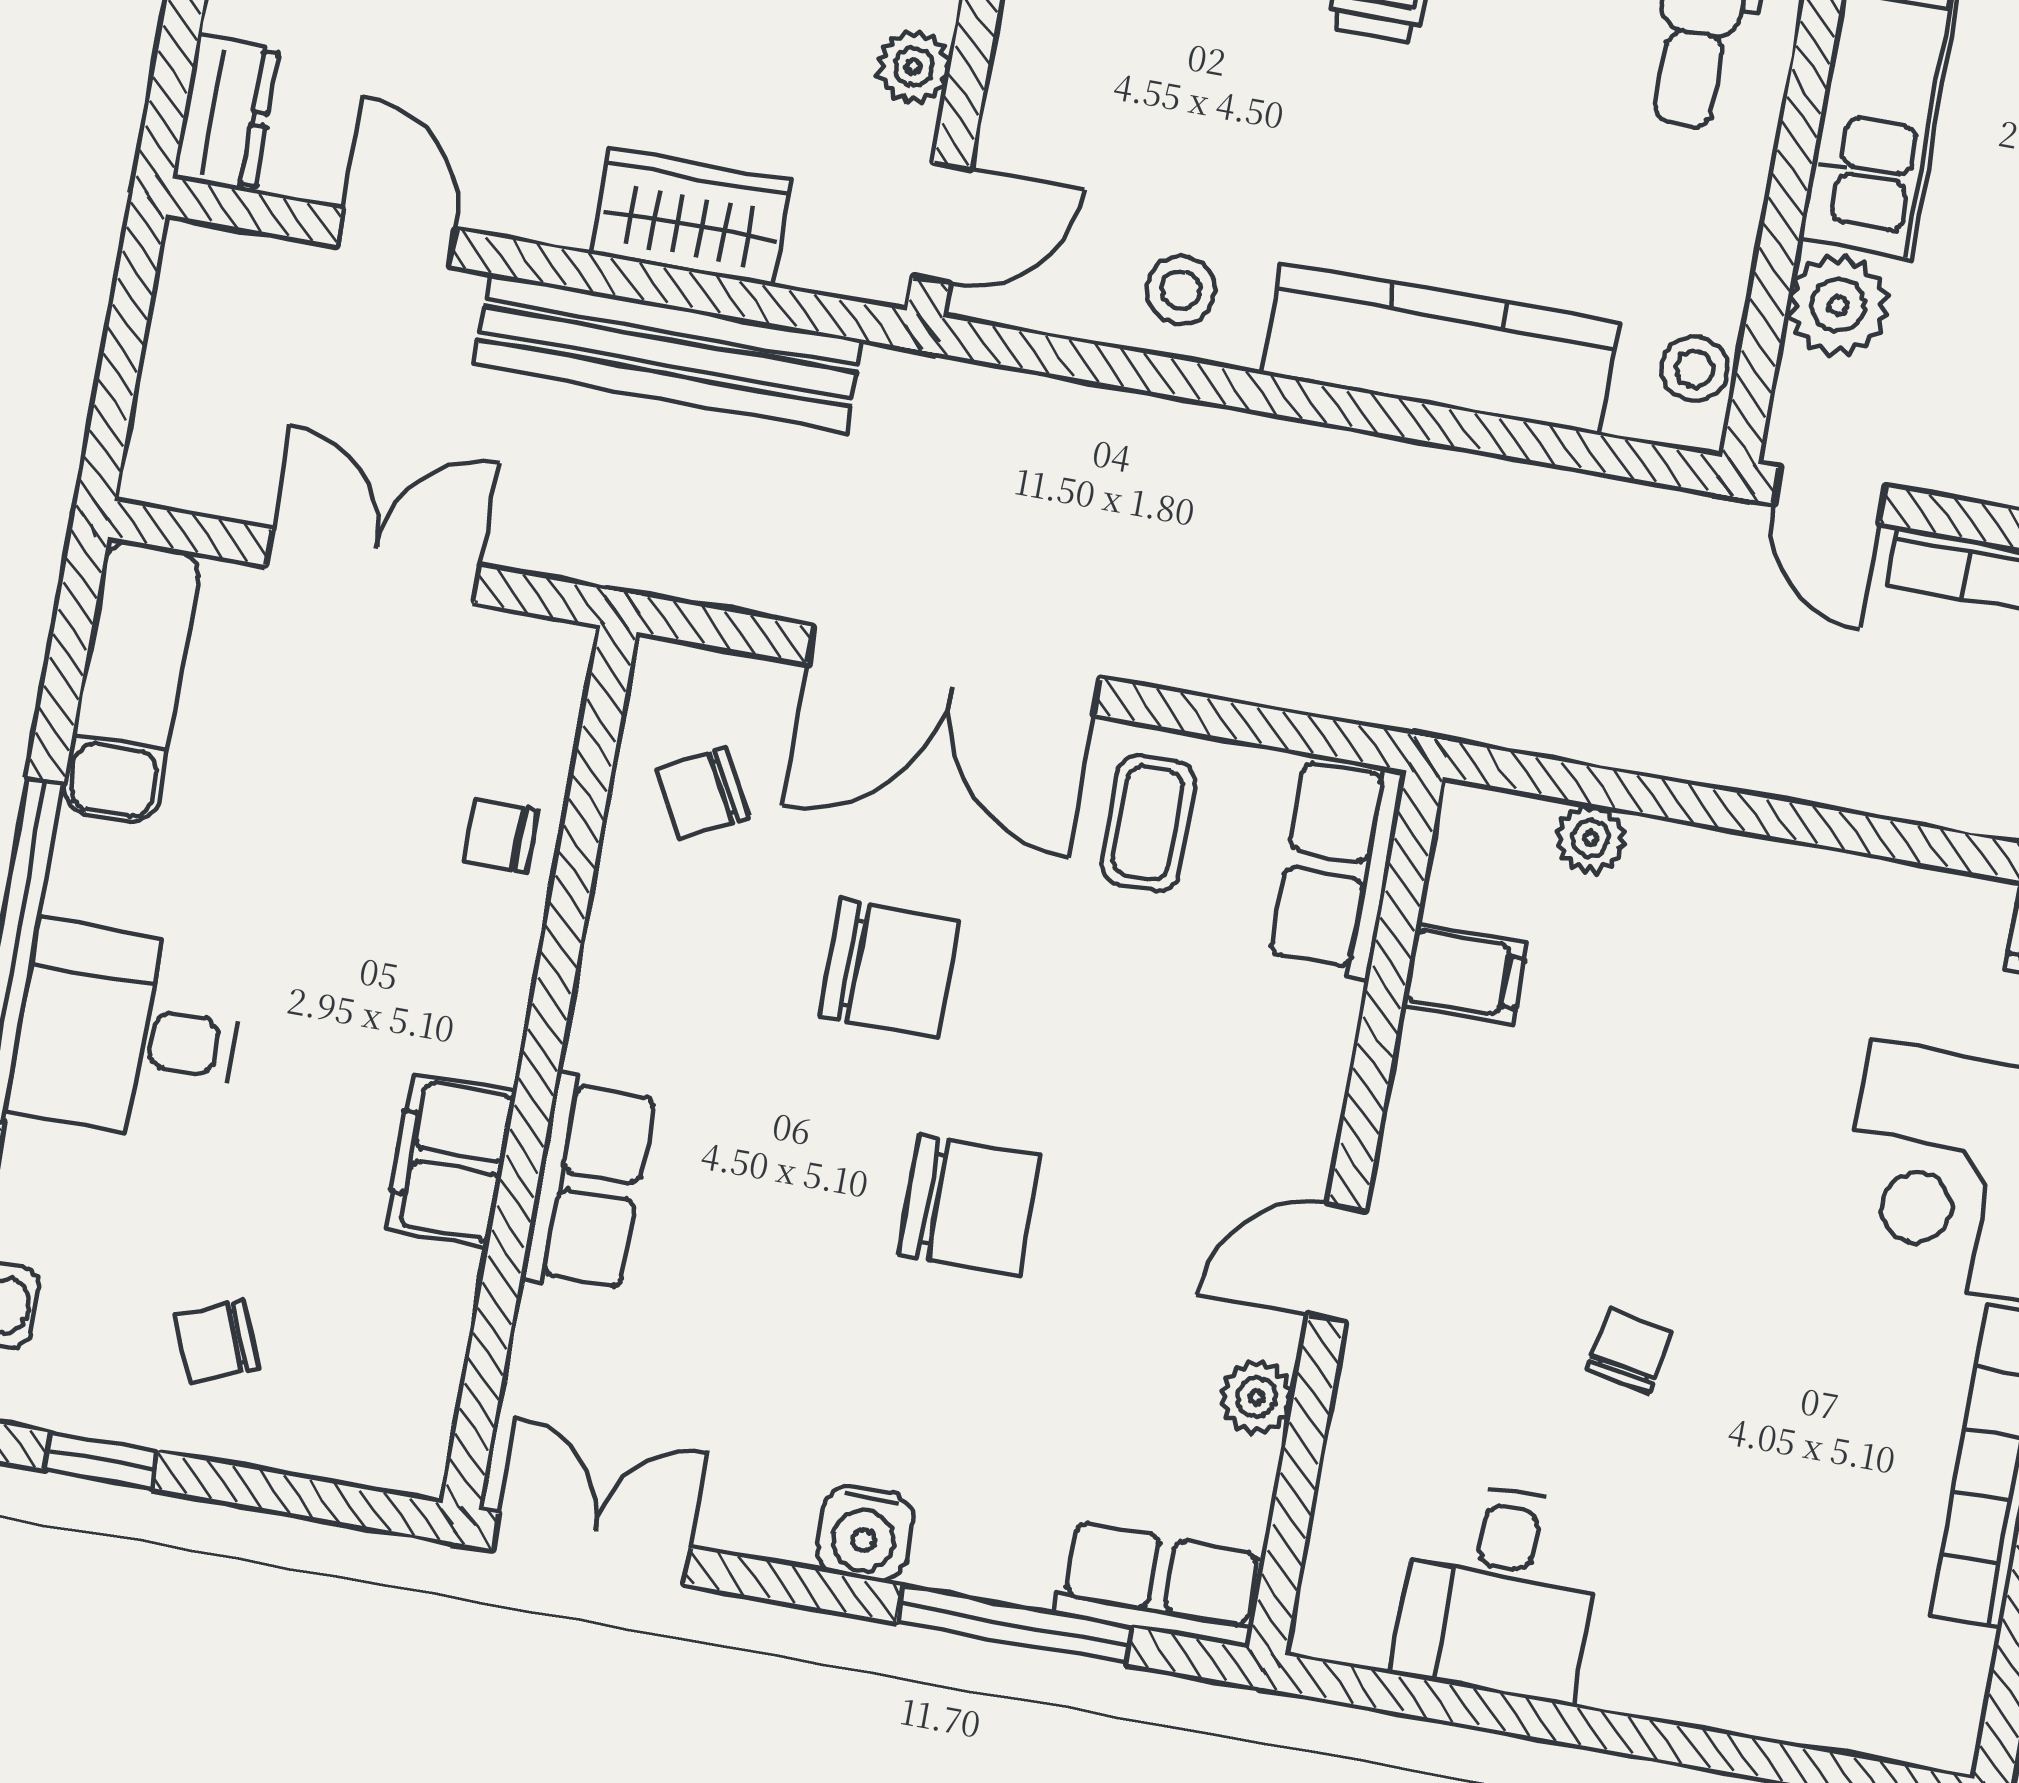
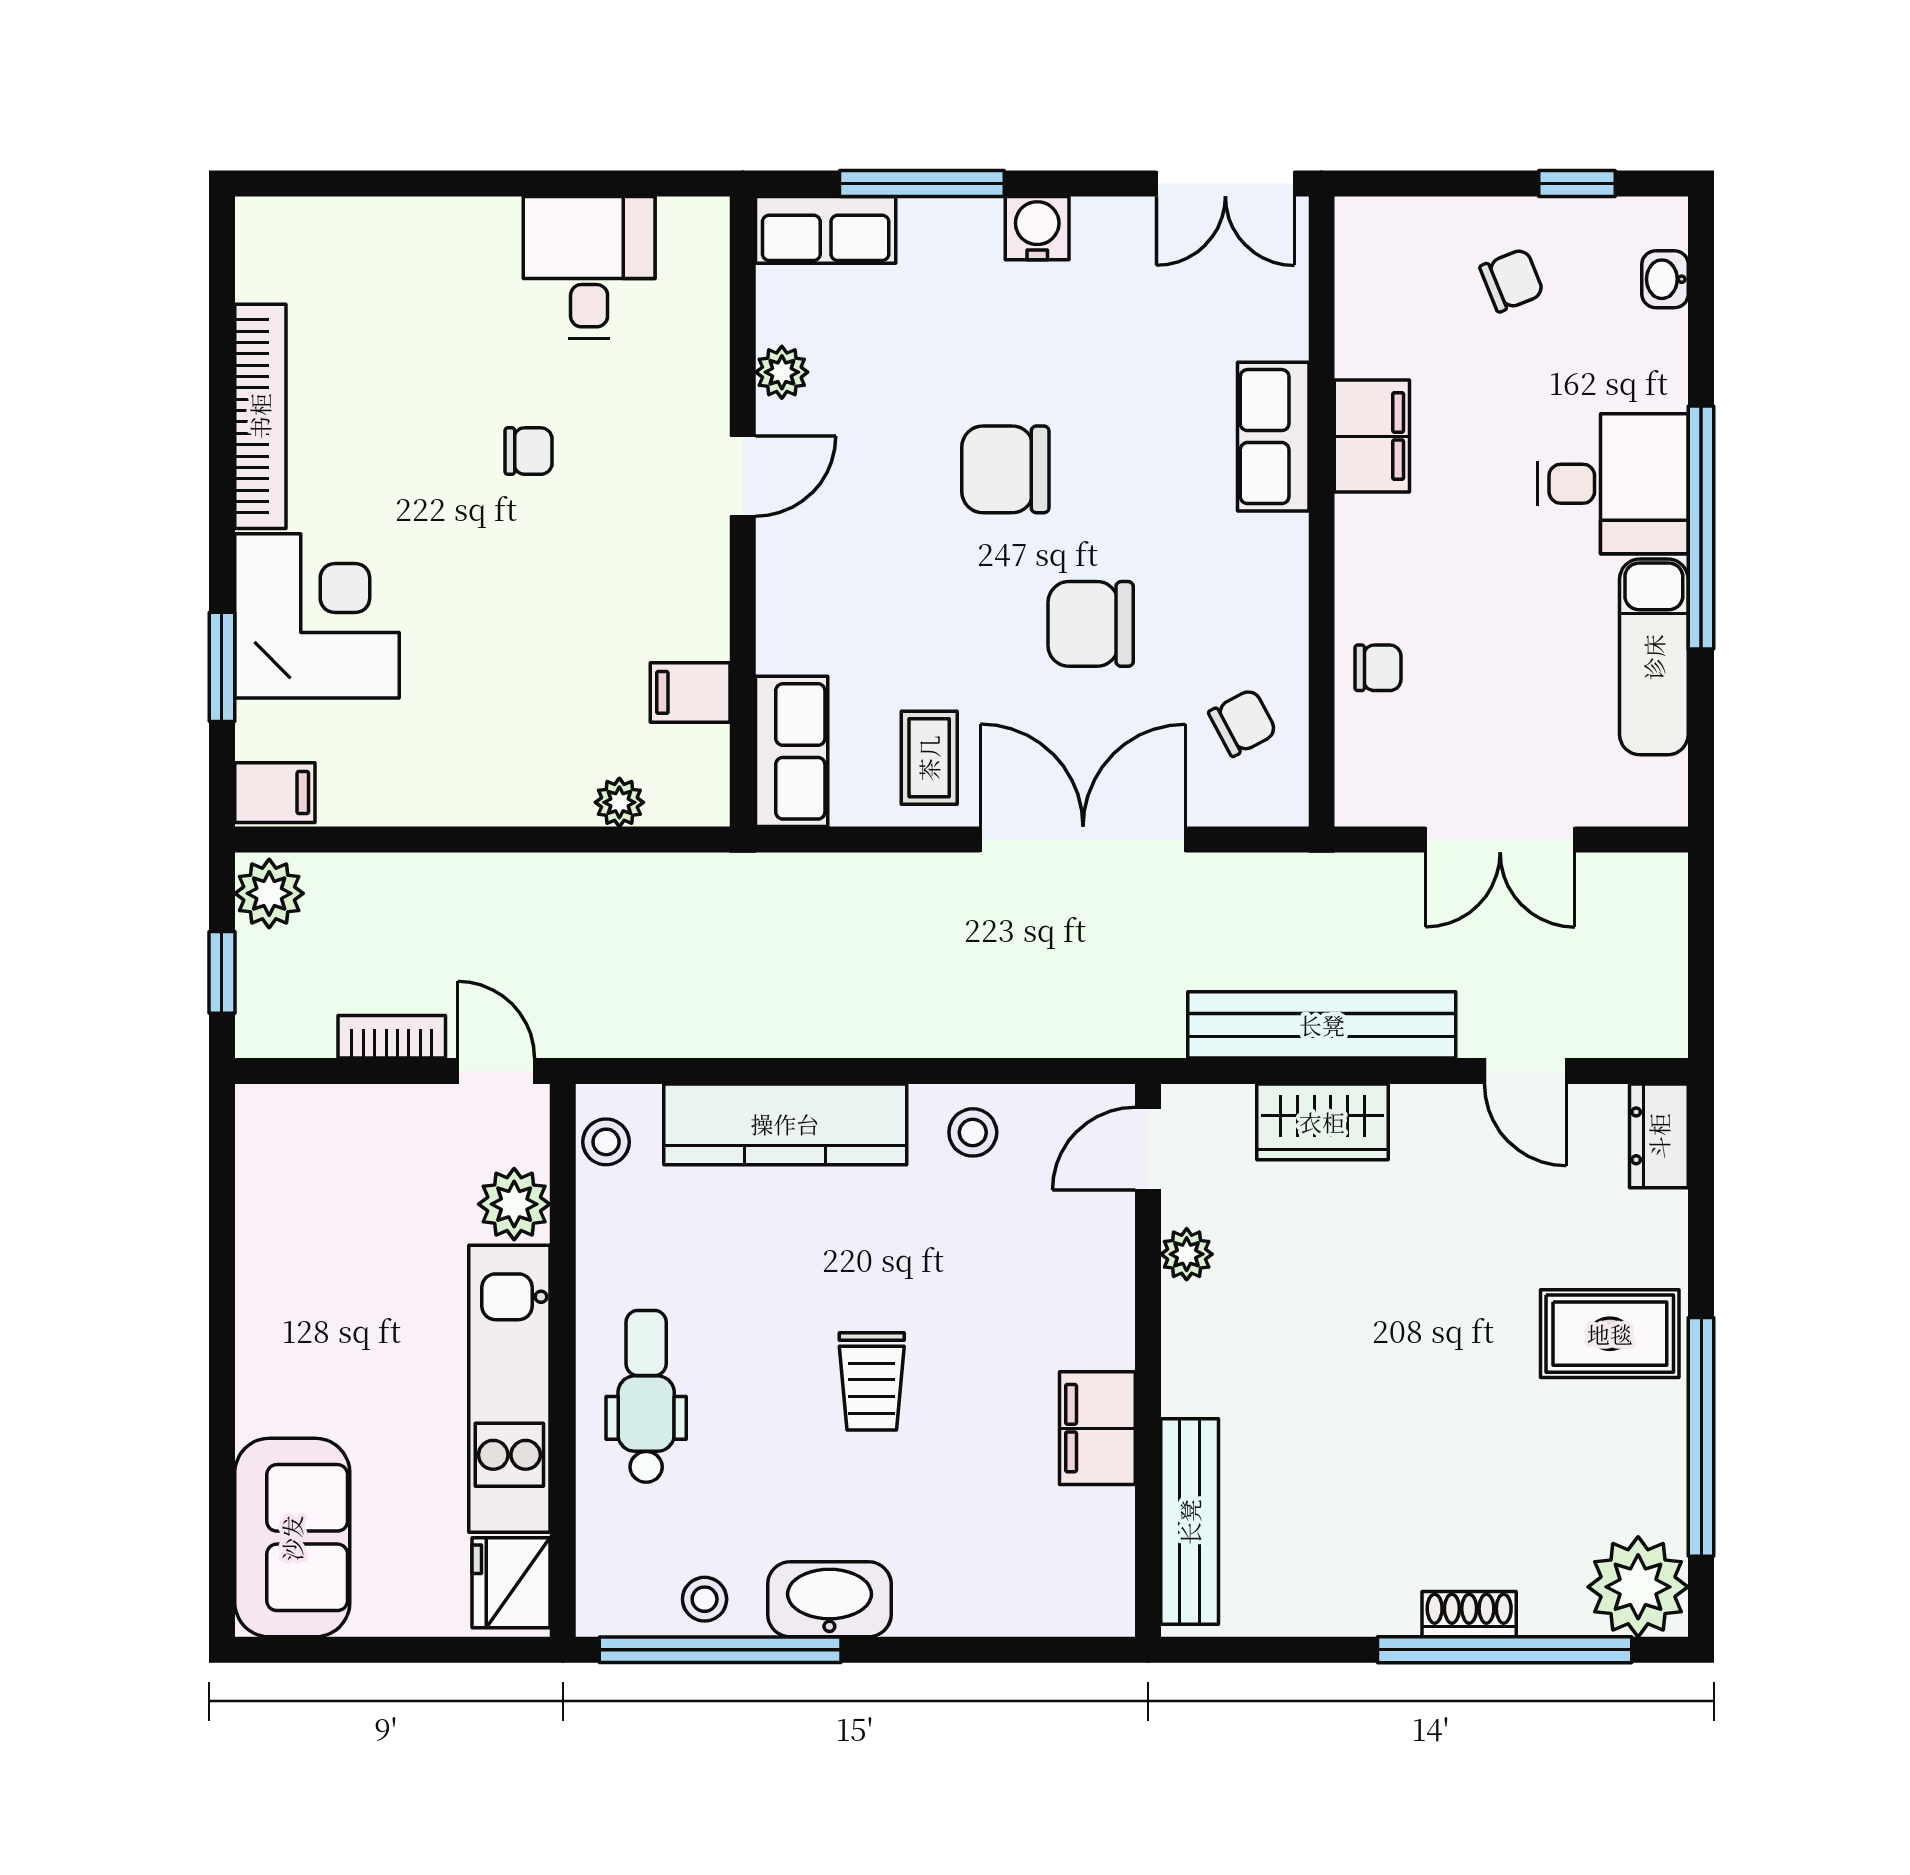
exam couch: (131, 682) -> (1654, 657), moved
chair: (1629, 1351) -> (529, 451), turned -100

